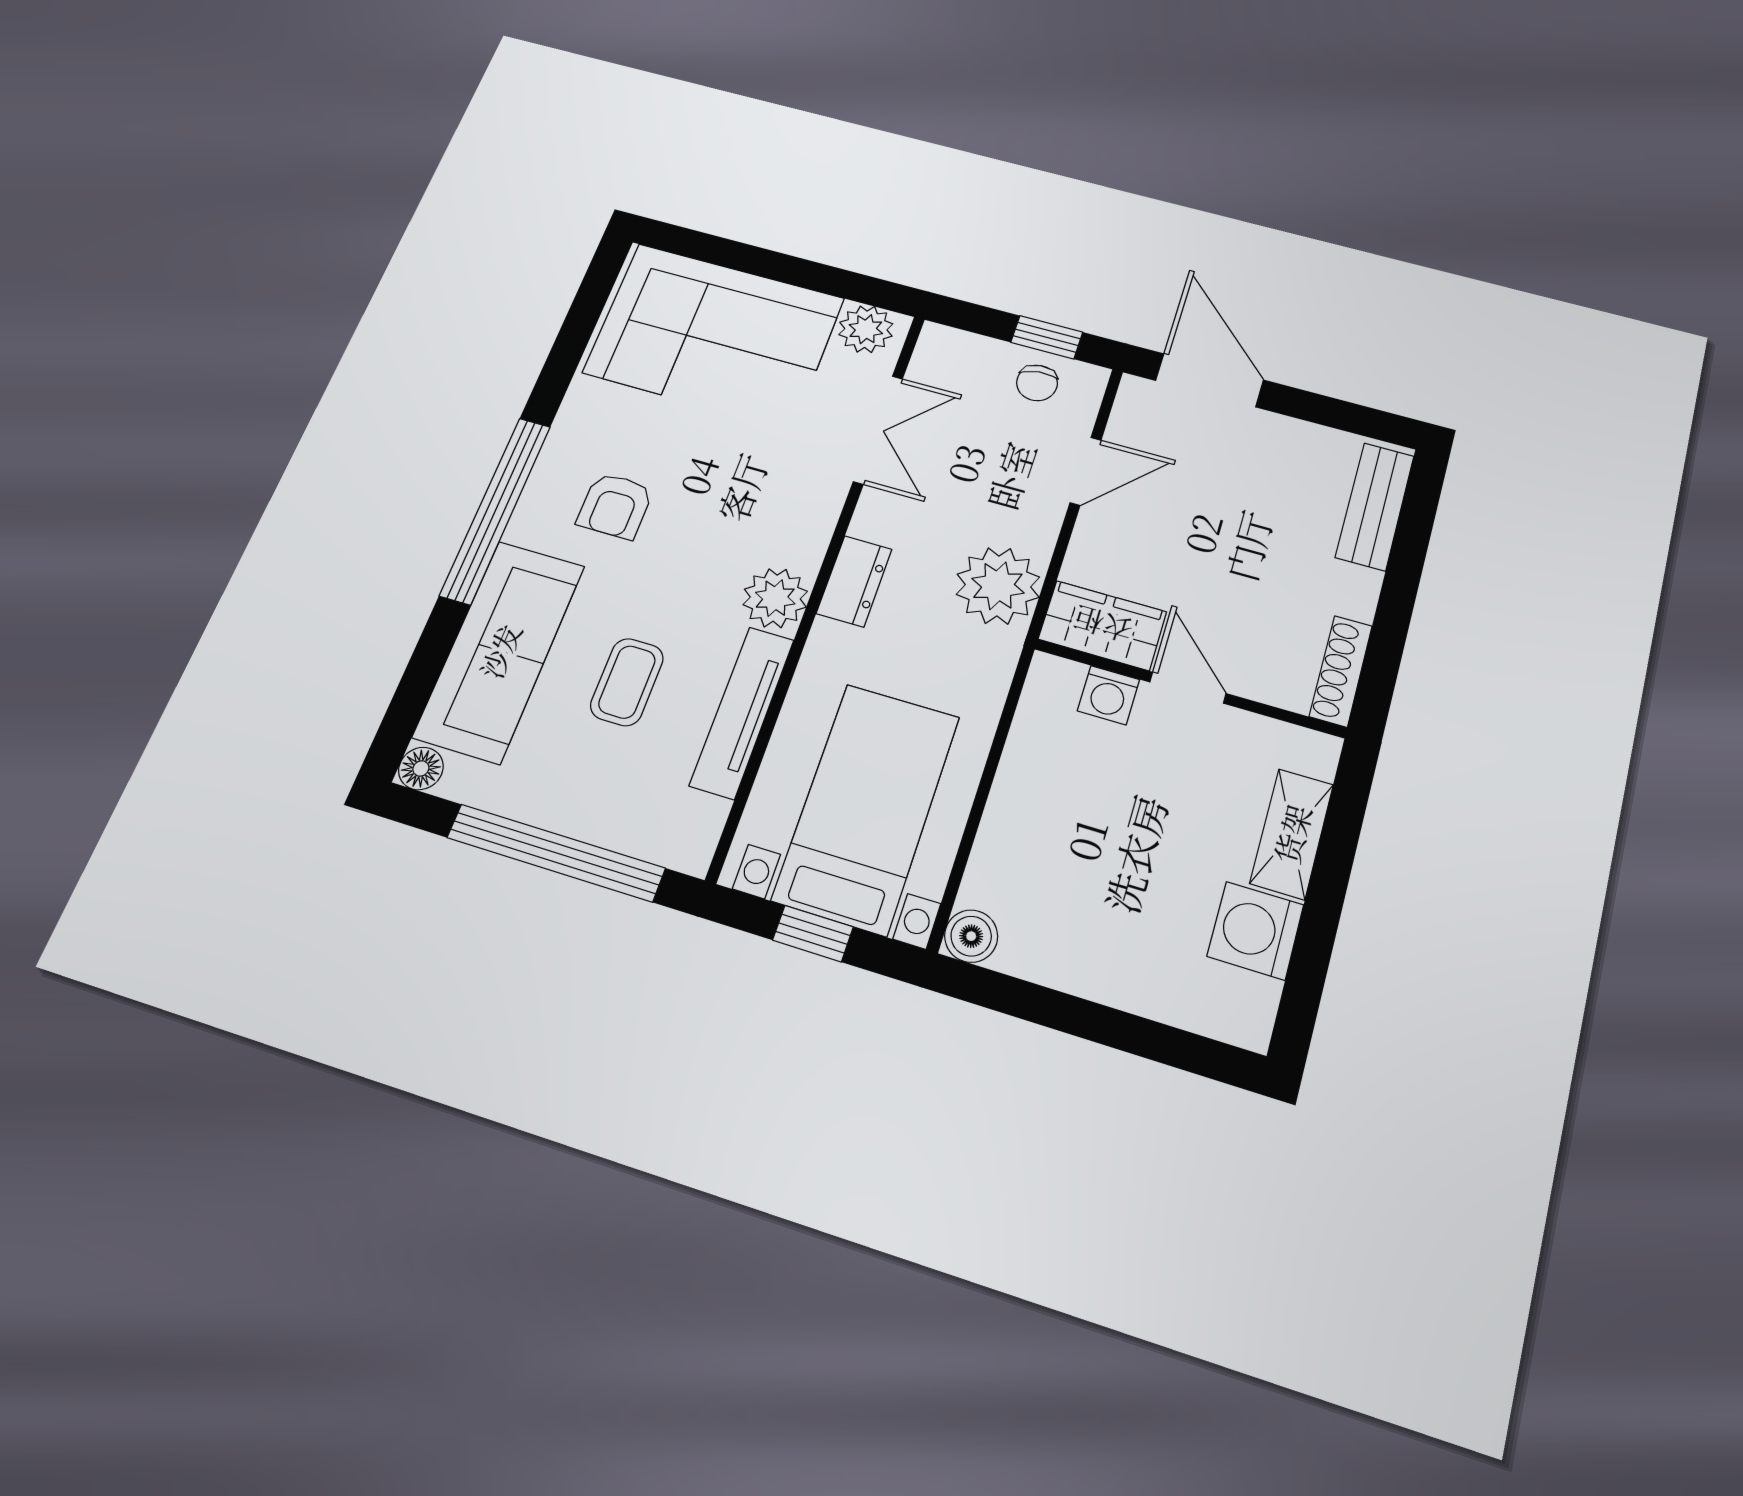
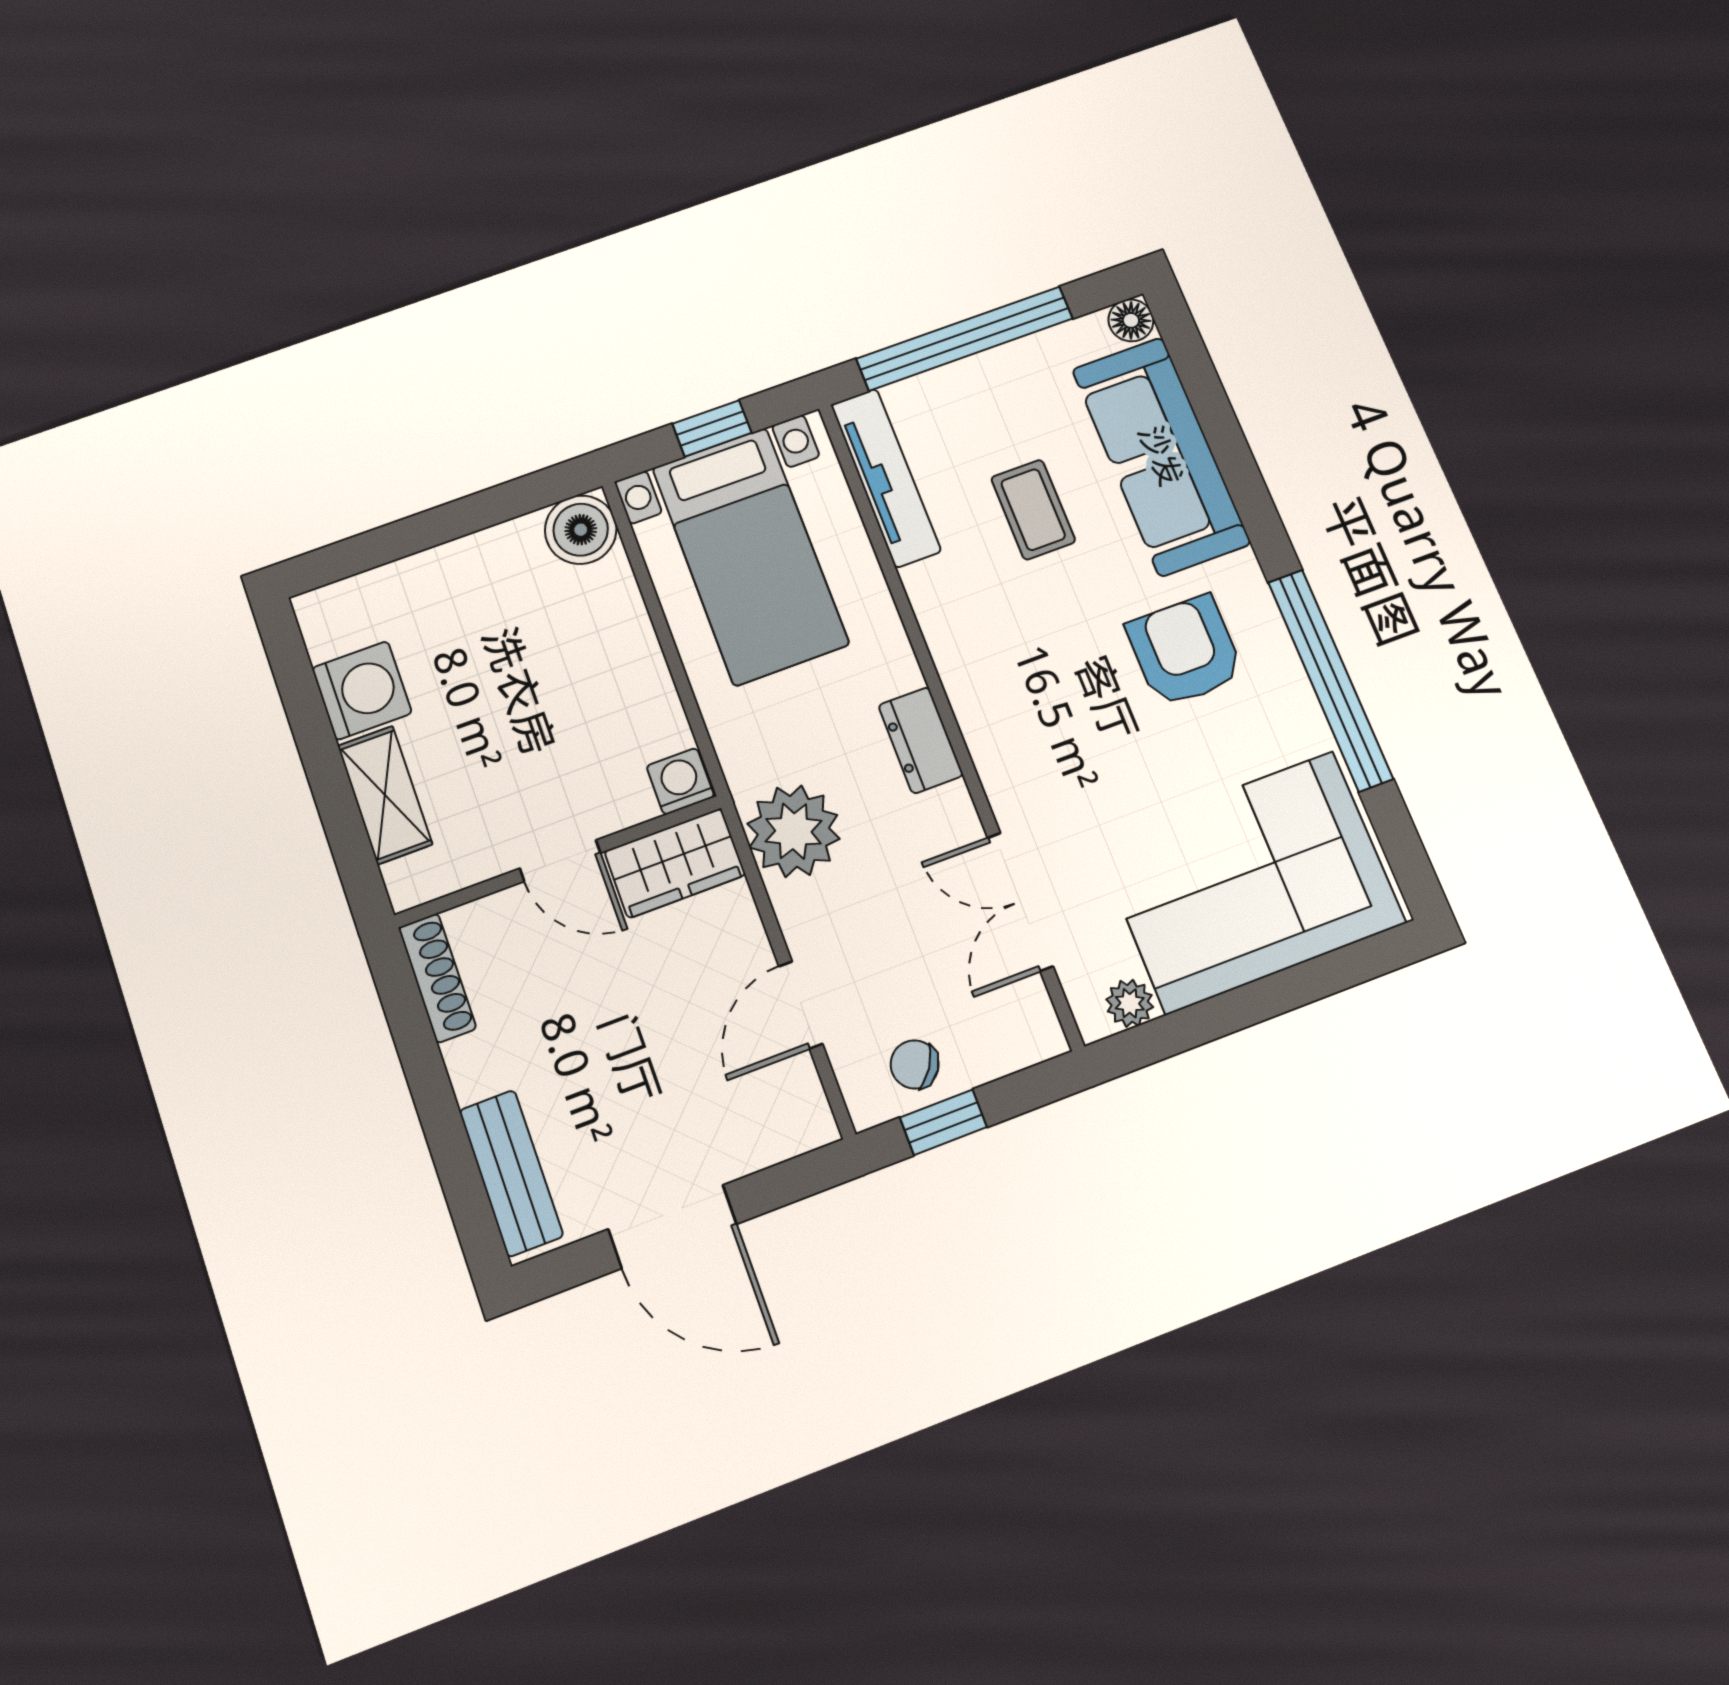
plant: (866, 329) -> (1130, 1003), width x0.73, depth x0.73
door: (1209, 380) -> (672, 1227), moved
chair: (1037, 383) -> (915, 1064), turned -50
armchair: (615, 506) -> (1185, 651), width x1.38, depth x1.38
window: (496, 510) -> (1330, 680), moved
plant: (775, 598) -> (975, 674), removed
washing machine: (1108, 695) -> (680, 781), moved
tv unit: (742, 712) -> (886, 478), moved
boiler: (971, 936) -> (581, 530), width x1.36, depth x1.36

